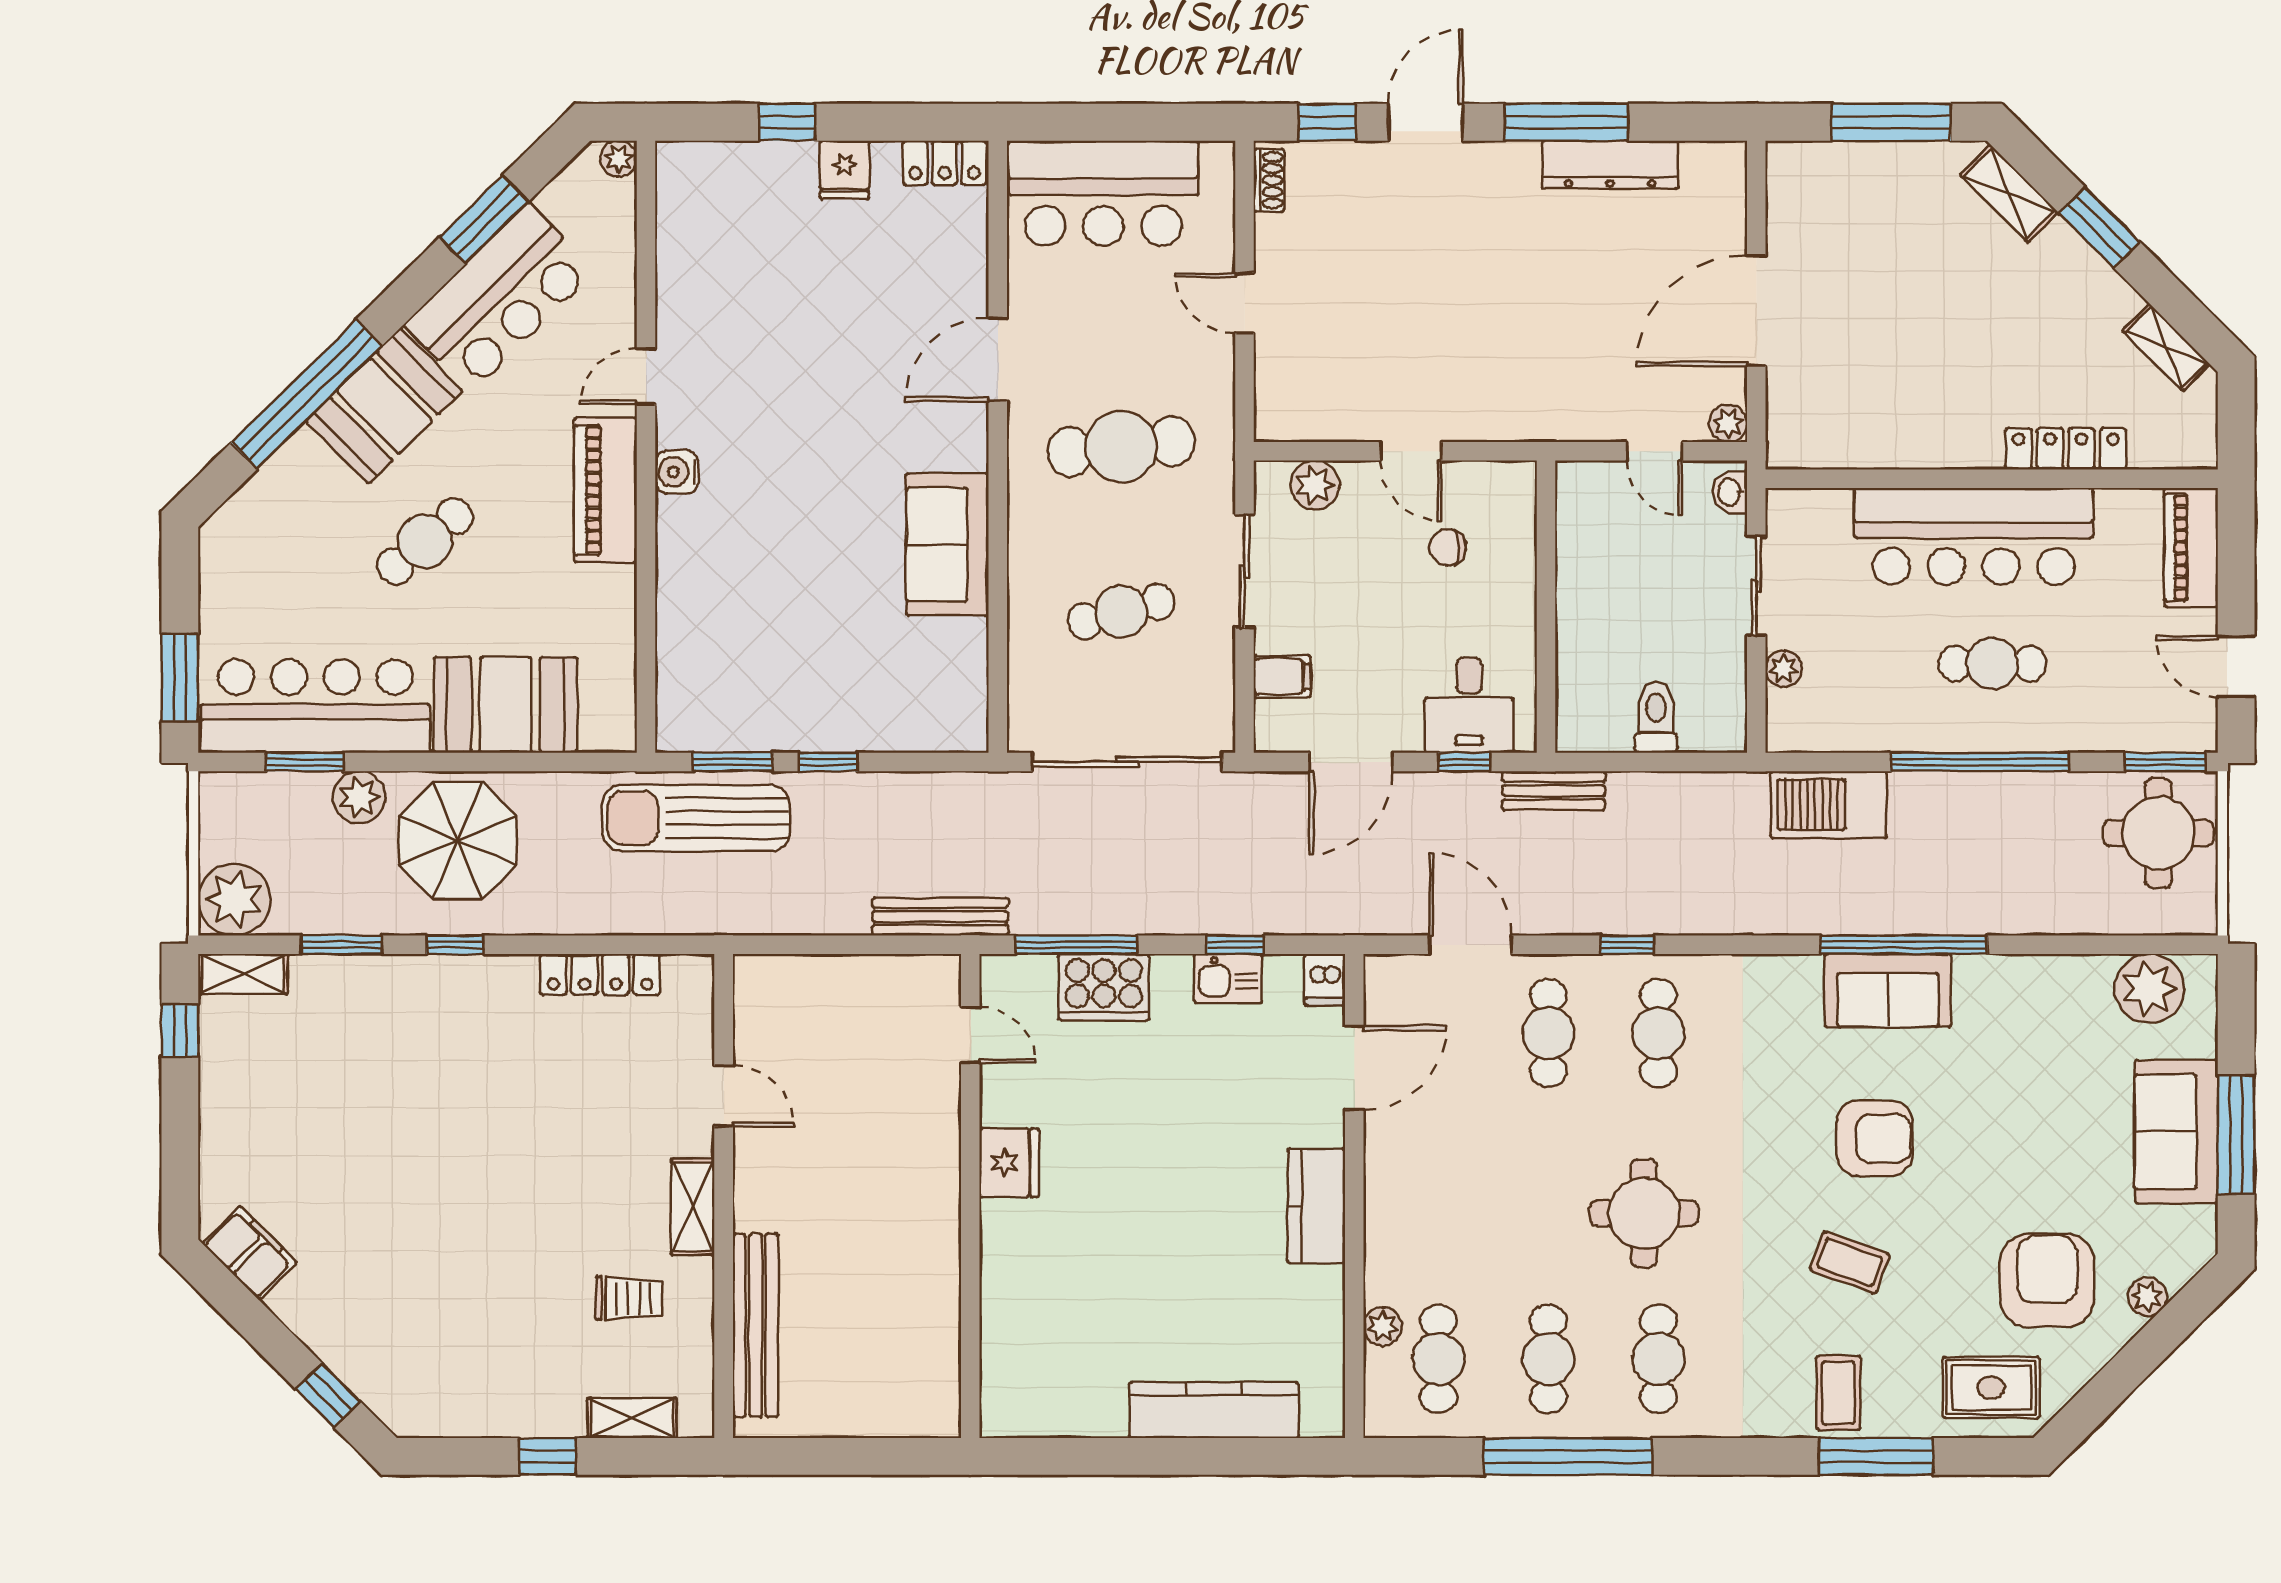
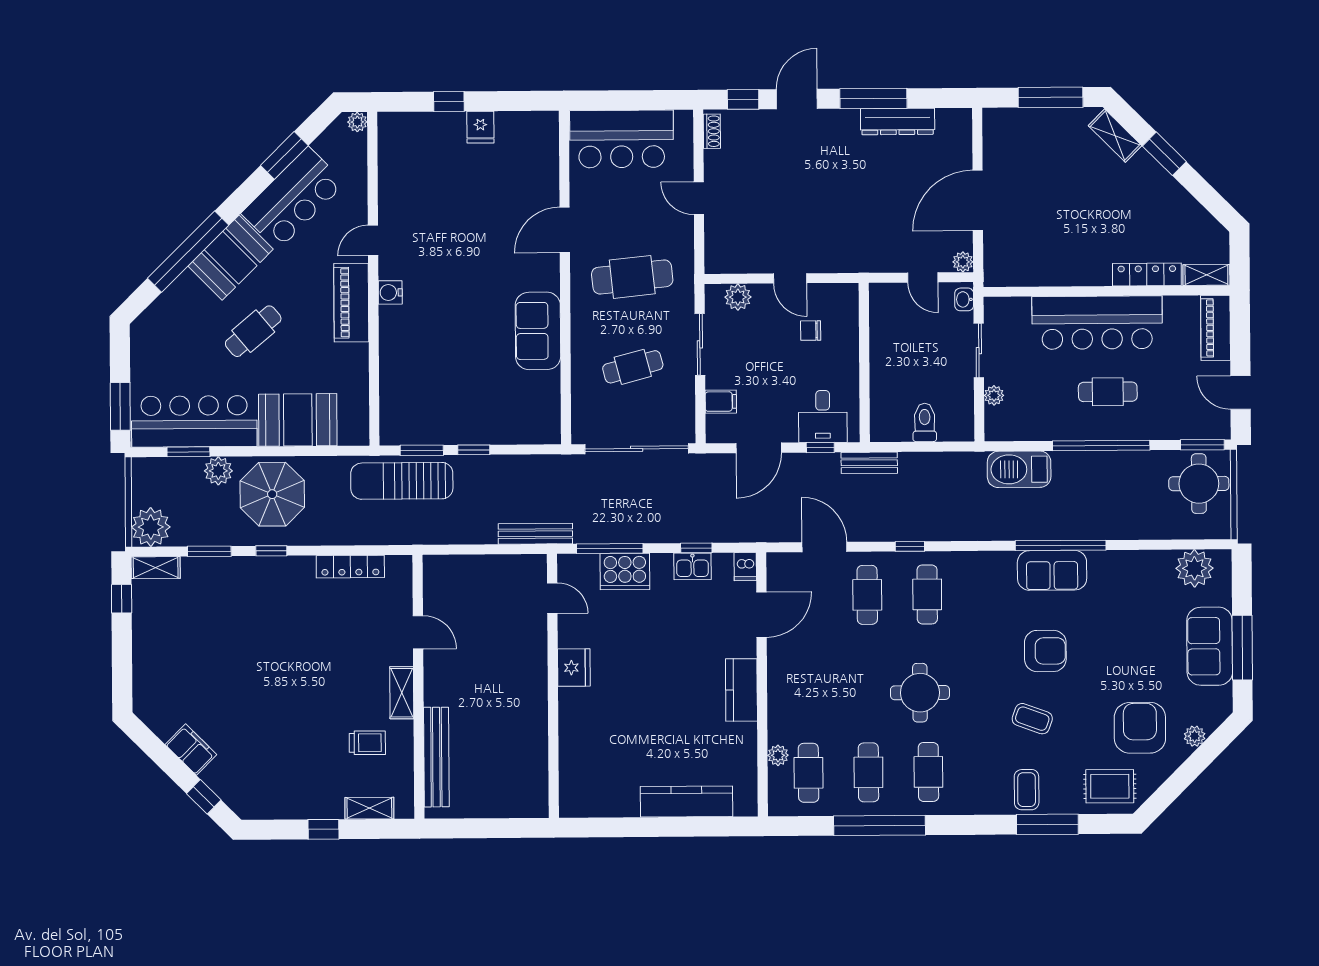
locker: (945, 163) -> (535, 123), removed
shelving: (2166, 347) -> (1206, 275), moved, turned -45
filing cabinet: (250, 1253) -> (191, 750), moved

